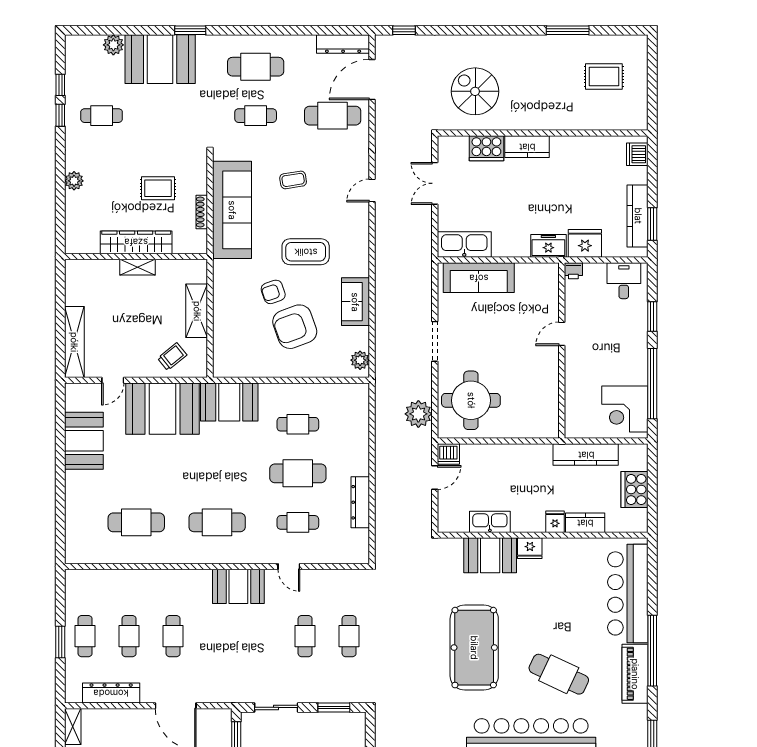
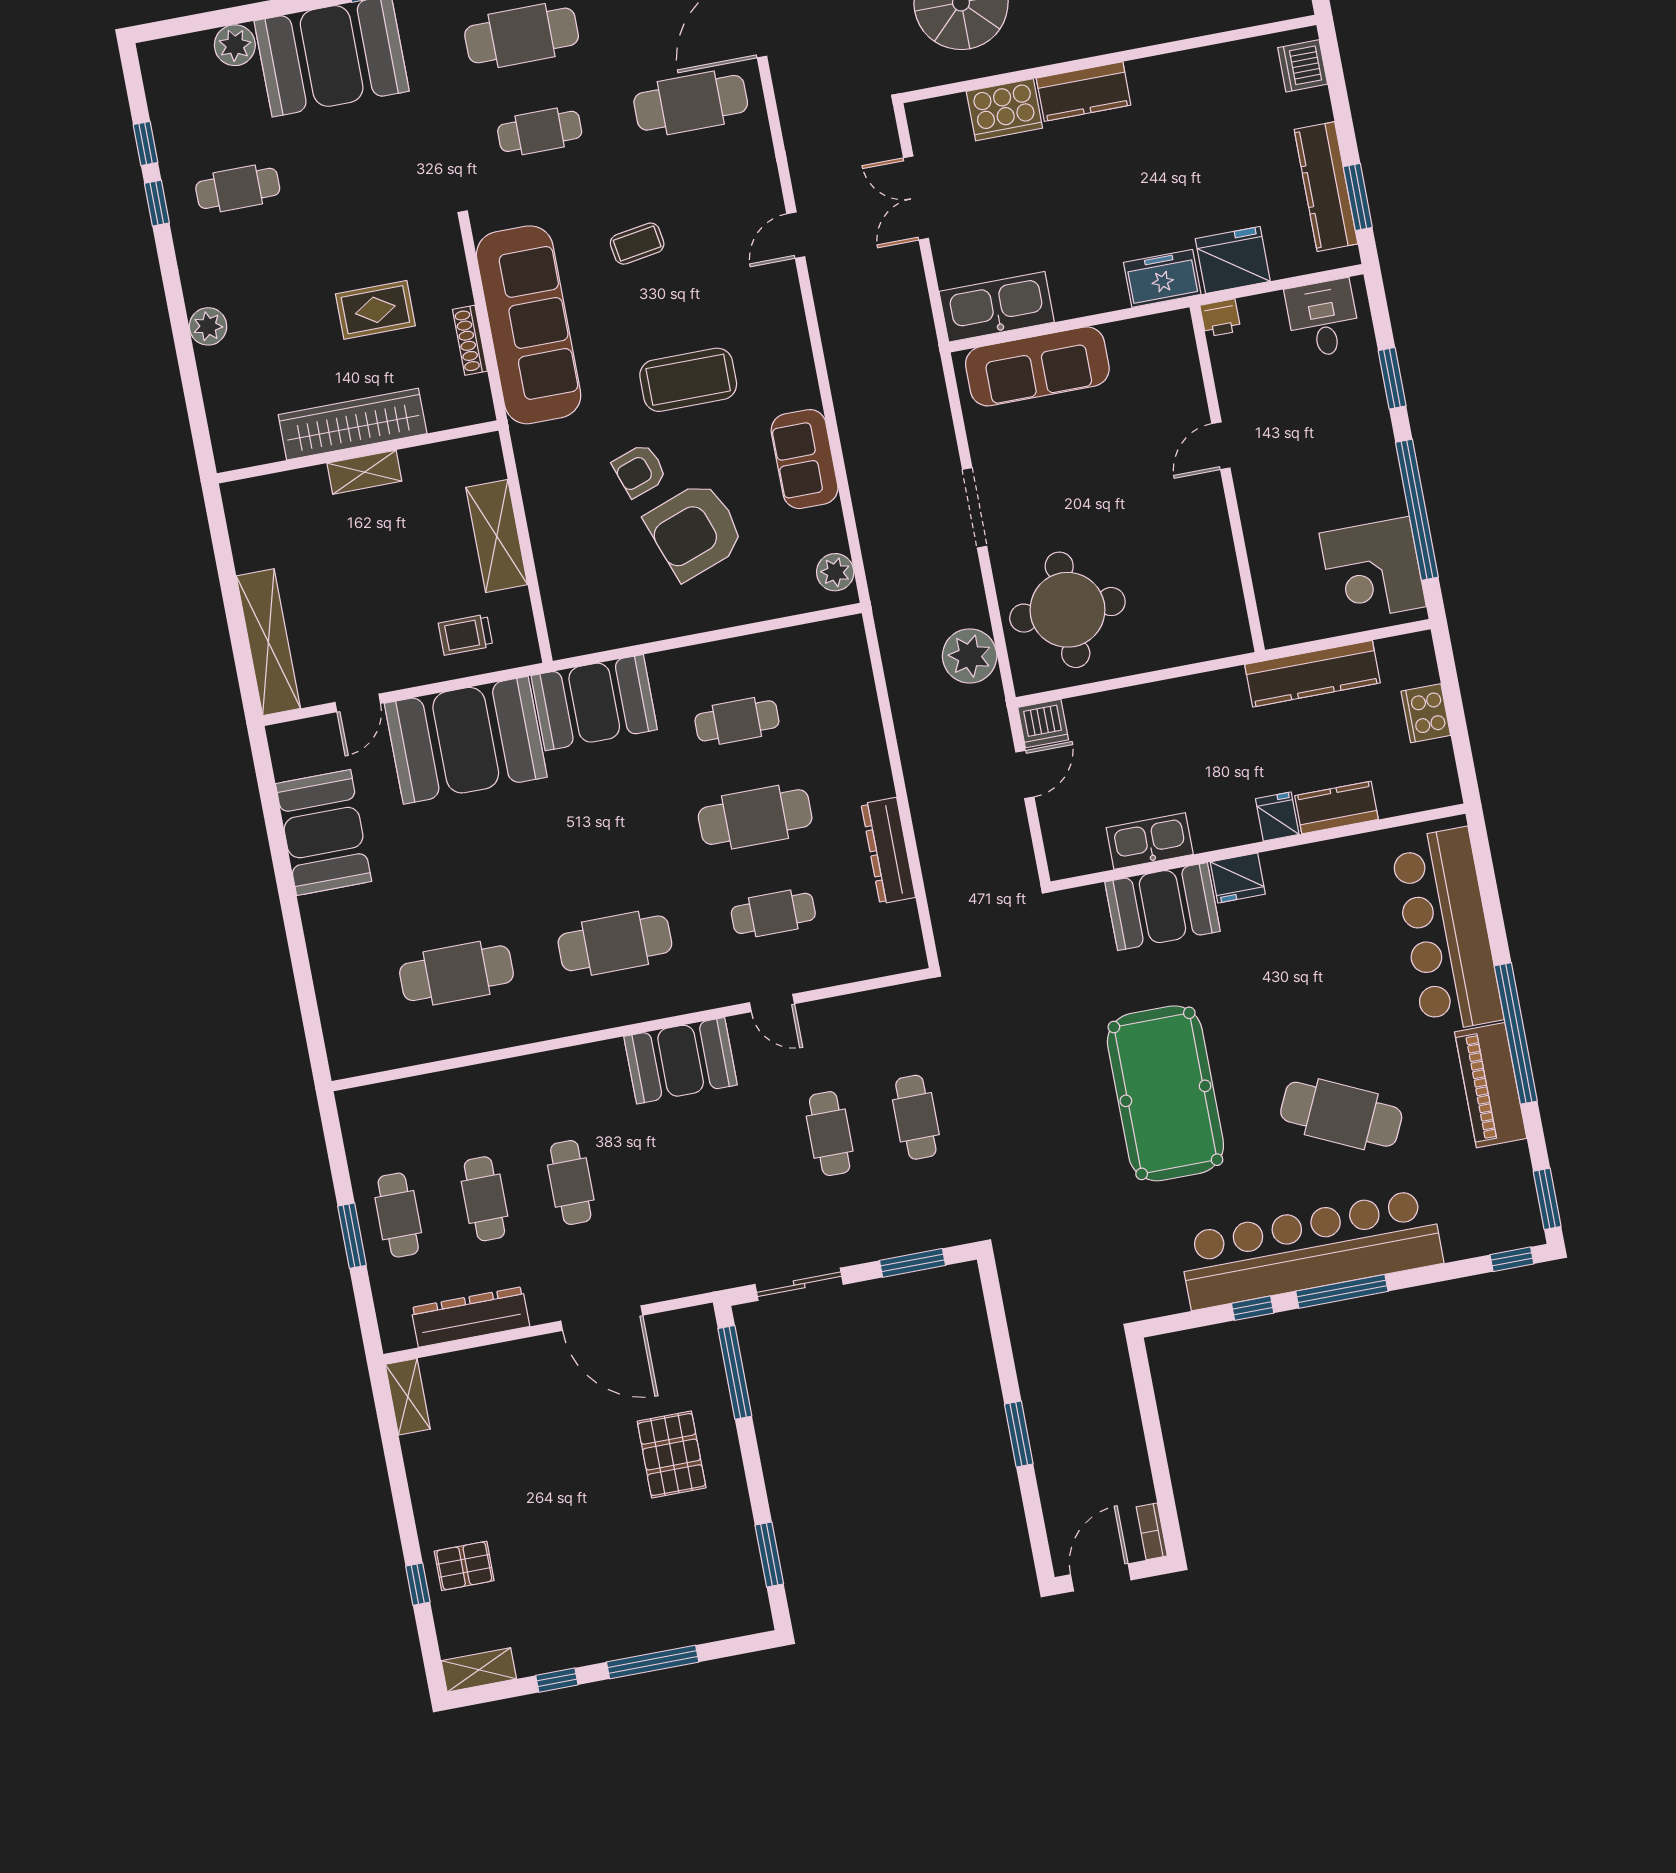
trolley: (172, 357) -> (465, 635), turned -141
cooker: (635, 490) -> (1426, 713), width x0.73, depth x0.76

